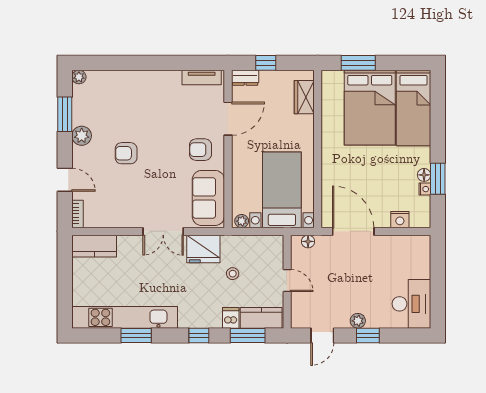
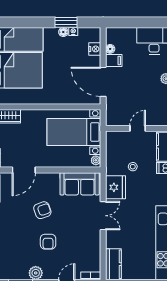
door: (228, 119) -> (24, 170), swing flipped
armchair: (200, 150) -> (42, 210), moved, turned -110
door: (353, 231) -> (103, 82), hinge flipped
floor lamp: (308, 241) -> (110, 49), moved
filing cabinet: (383, 247) -> (114, 61), added

